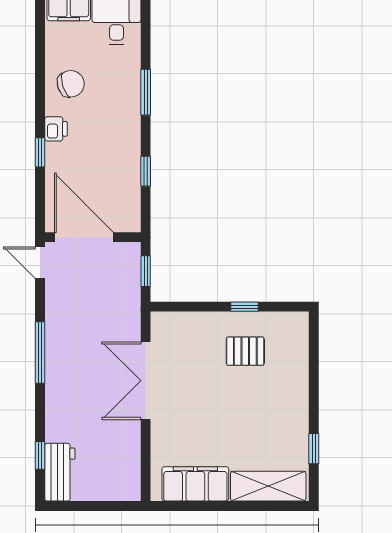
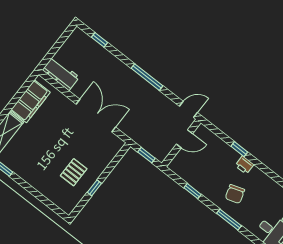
chair: (71, 84) -> (235, 194), moved
door: (84, 237) -> (184, 139), width x0.53
workbench: (60, 472) -> (61, 73), moved, turned 180

